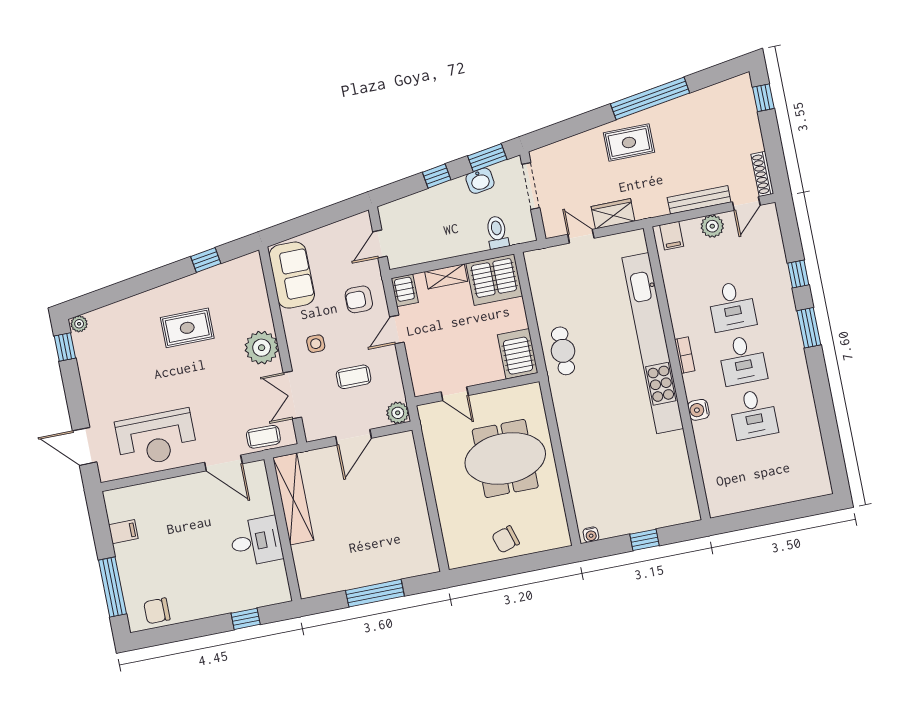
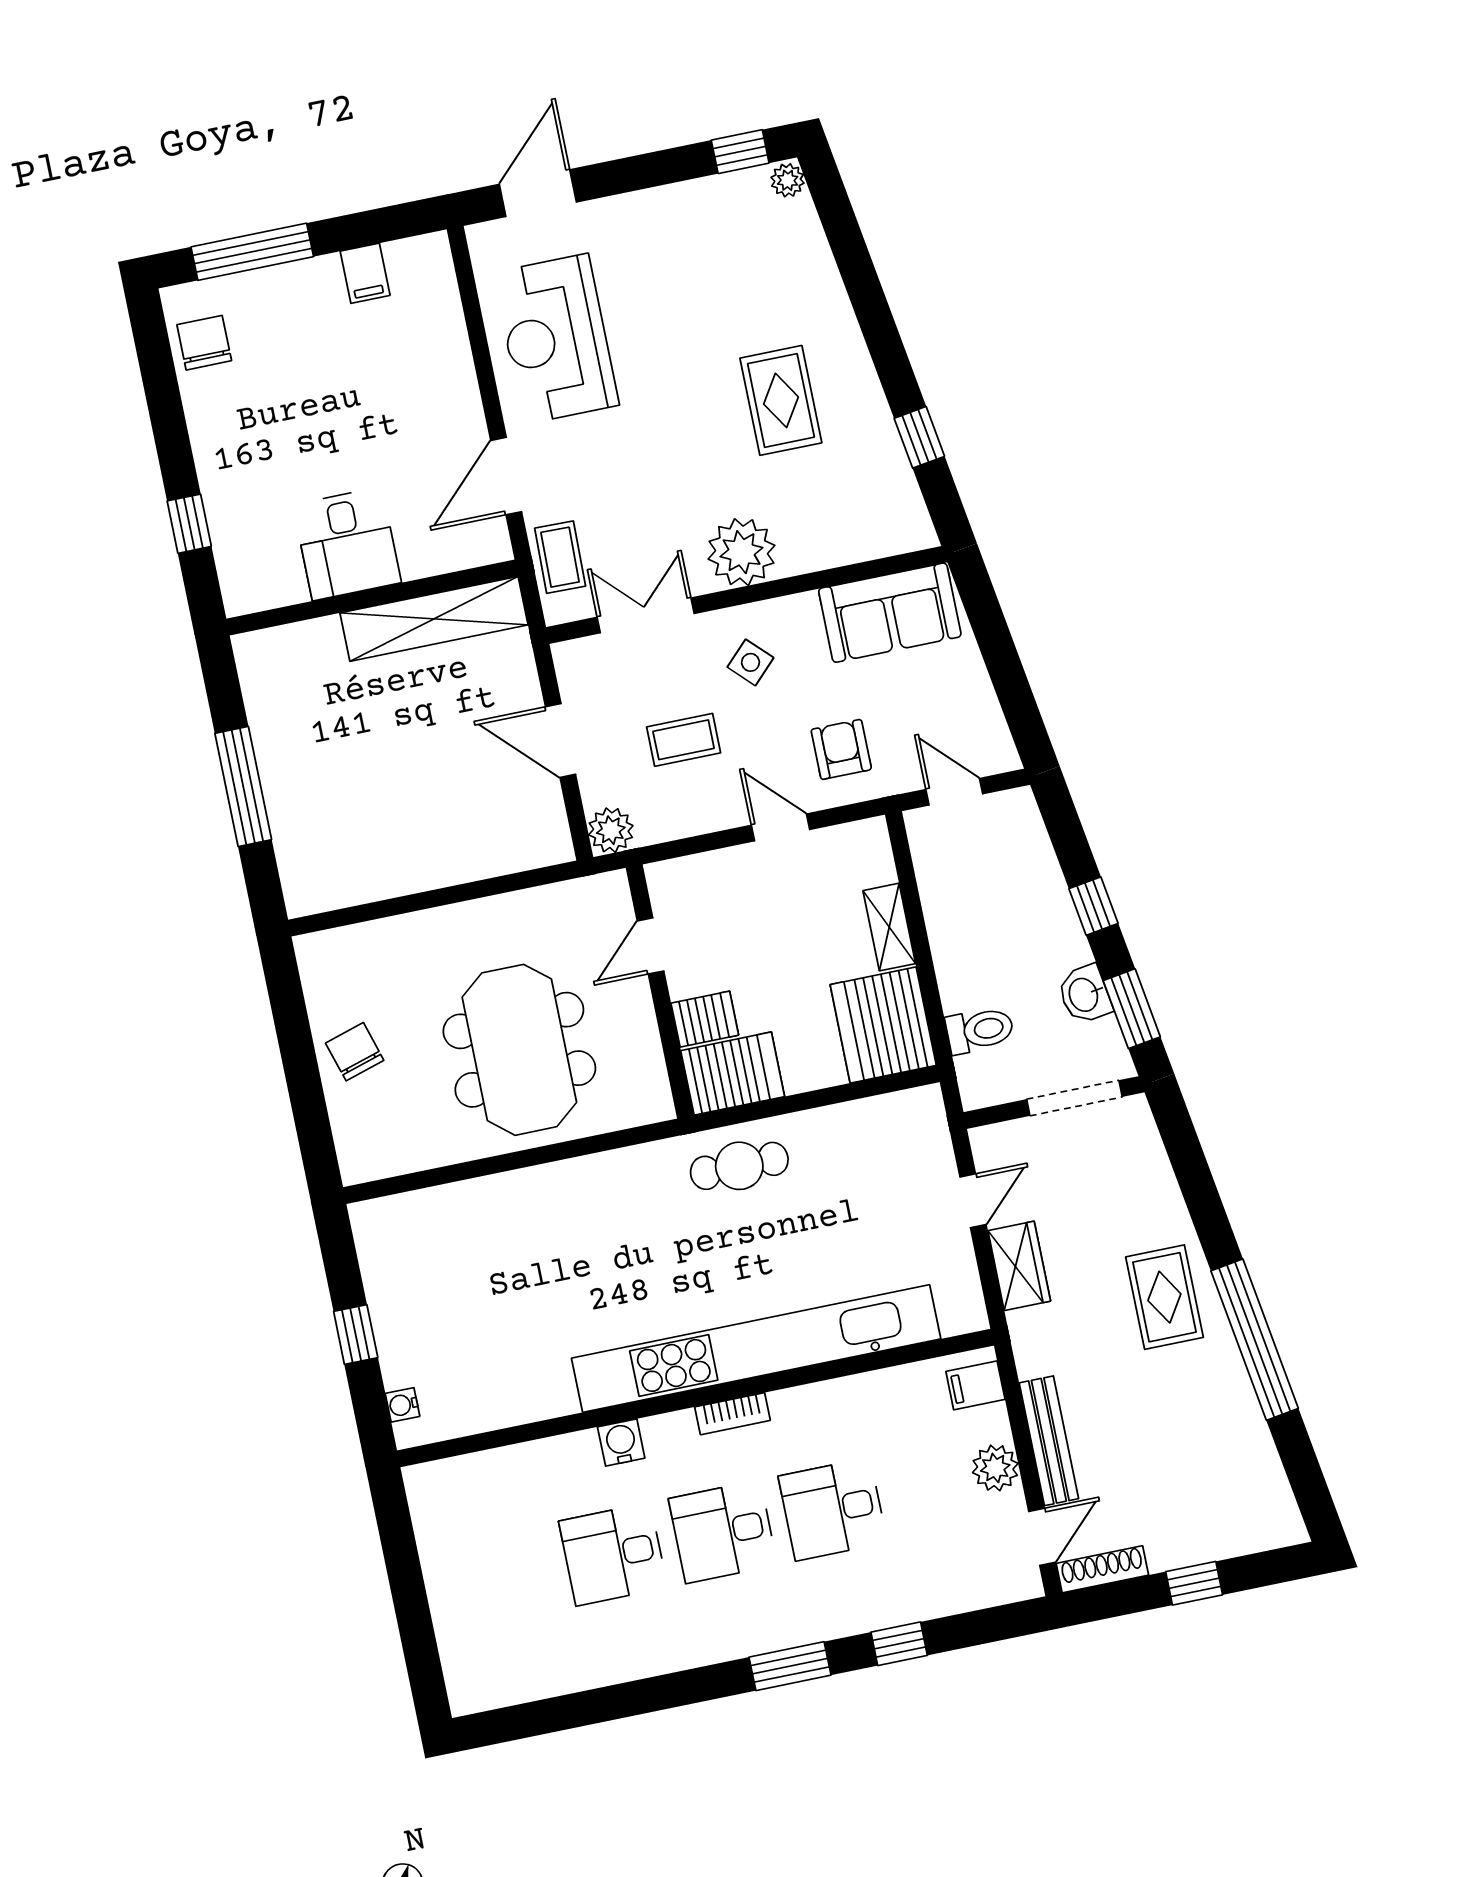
window: (763, 98) -> (1194, 1583), moved
door: (746, 203) -> (1042, 1537), swing flipped
server rack: (405, 290) -> (705, 1019), moved, turned 180
side table: (316, 344) -> (750, 662), turned 45
coffee table: (354, 377) -> (684, 740), turned 90
water cooler: (591, 535) -> (402, 1405), moved

